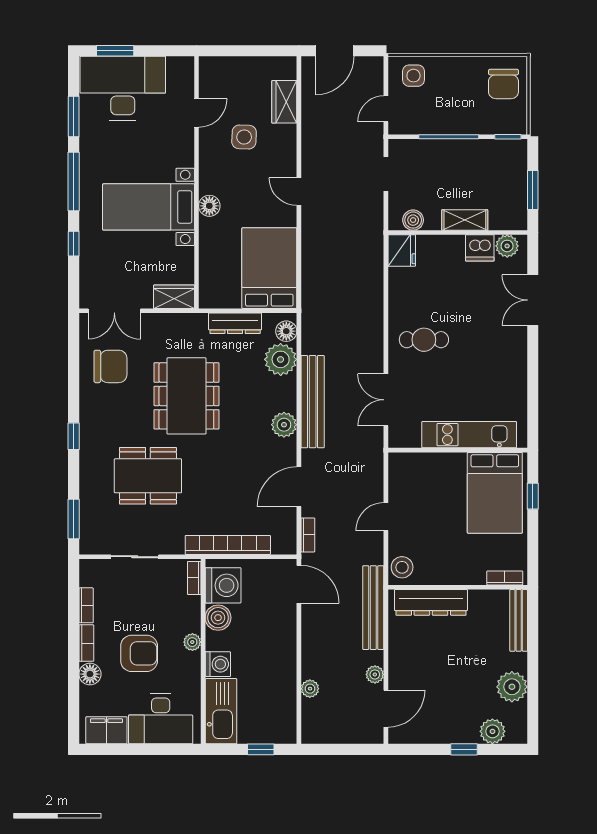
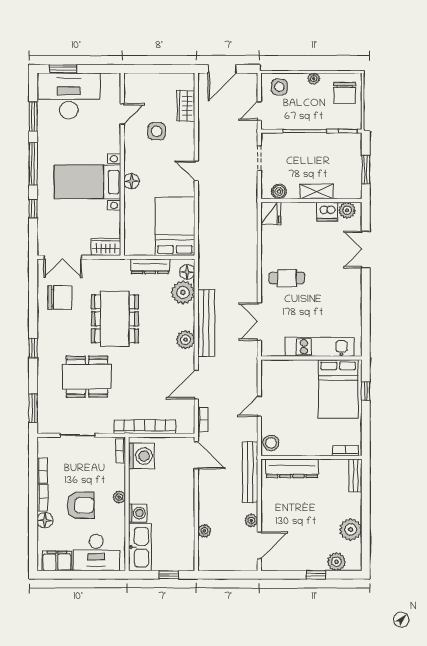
plant: (461, 64) -> (314, 79), added
boiler: (218, 618) -> (138, 479), removed
bench: (519, 620) -> (355, 475), width x0.73

